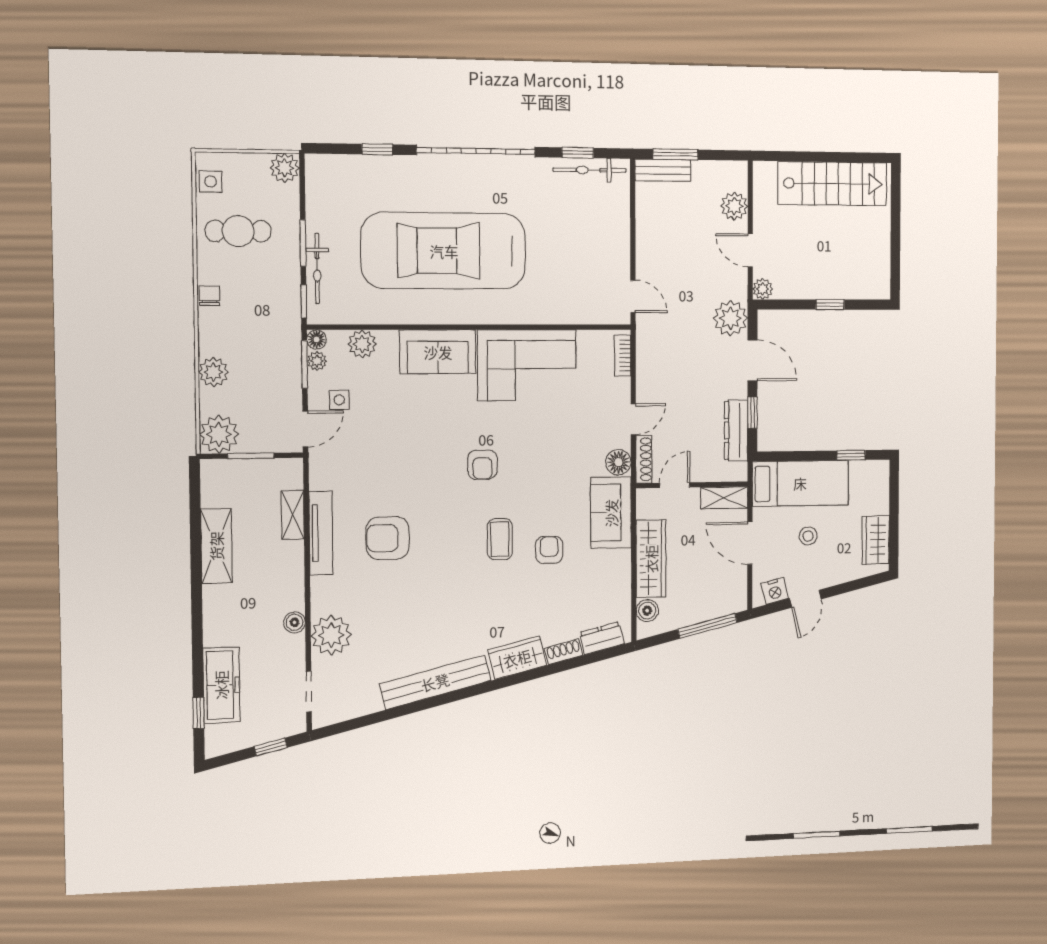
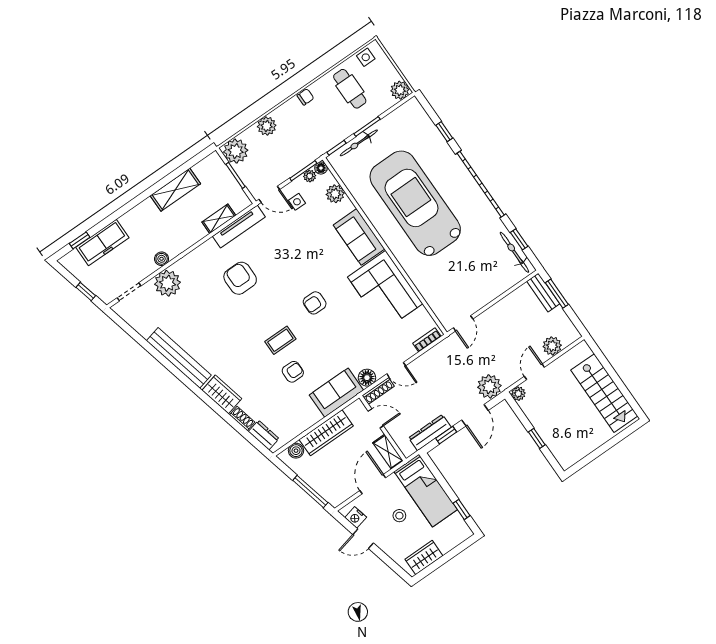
tv unit: (321, 533) -> (239, 227), moved

